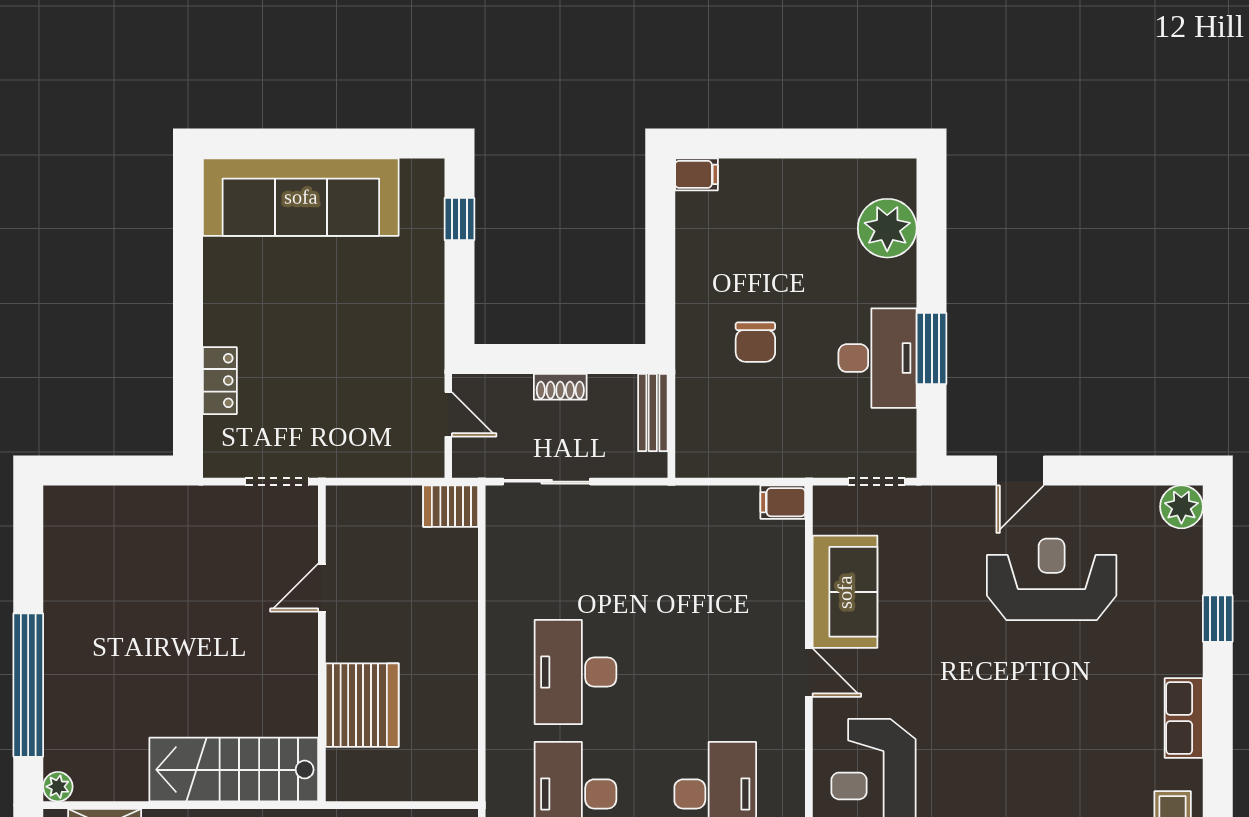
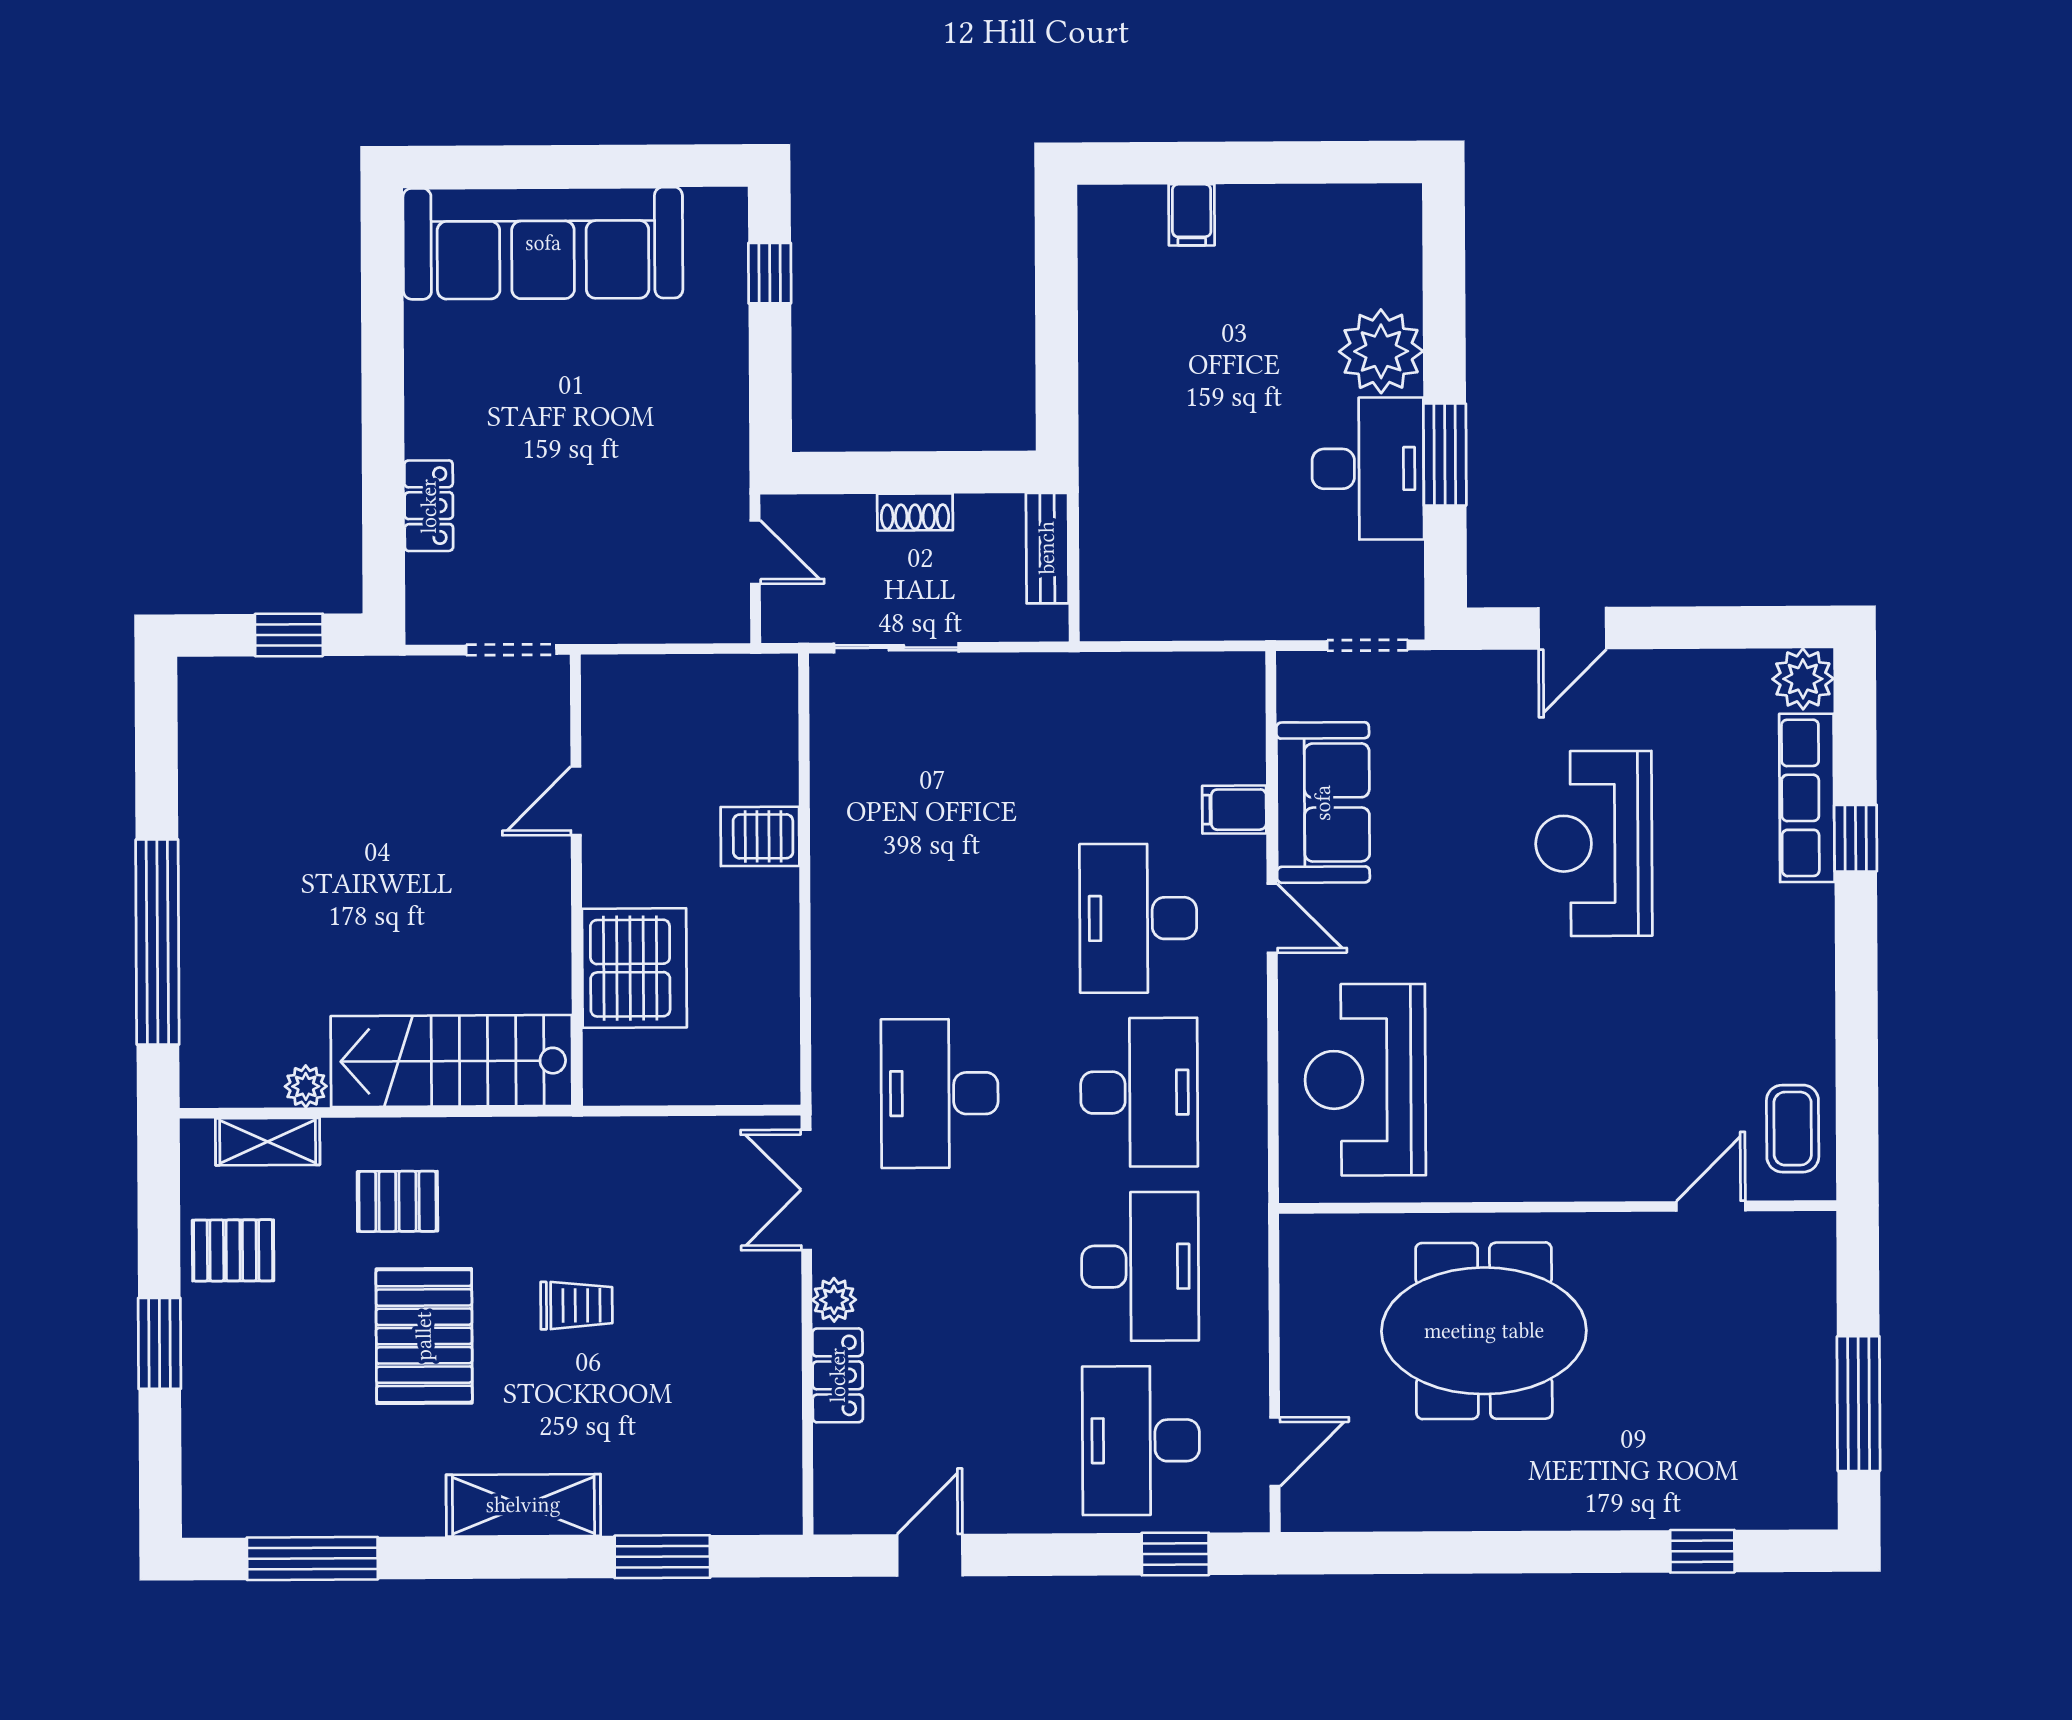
filing cabinet: (696, 174) -> (1192, 215), moved, turned 90
plant: (887, 228) -> (1381, 351), moved
chair: (755, 342) -> (1193, 447), removed
window: (121, 471) -> (289, 635), added
filing cabinet: (783, 502) -> (1234, 810), moved
server rack: (451, 506) -> (760, 836), moved
reception desk: (1052, 579) -> (1594, 843), moved, turned -90
desk: (575, 672) -> (1138, 918), moved
row of seats: (1184, 718) -> (1807, 798), moved, width x1.48
plant: (58, 787) -> (306, 1086), moved

